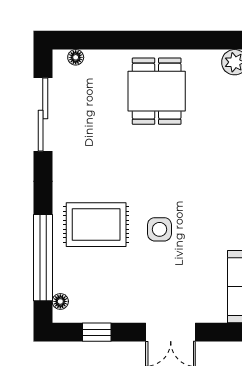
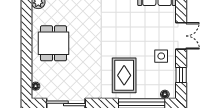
dining table: (157, 91) -> (53, 43), turned 90
side table: (159, 229) -> (161, 56), moved

